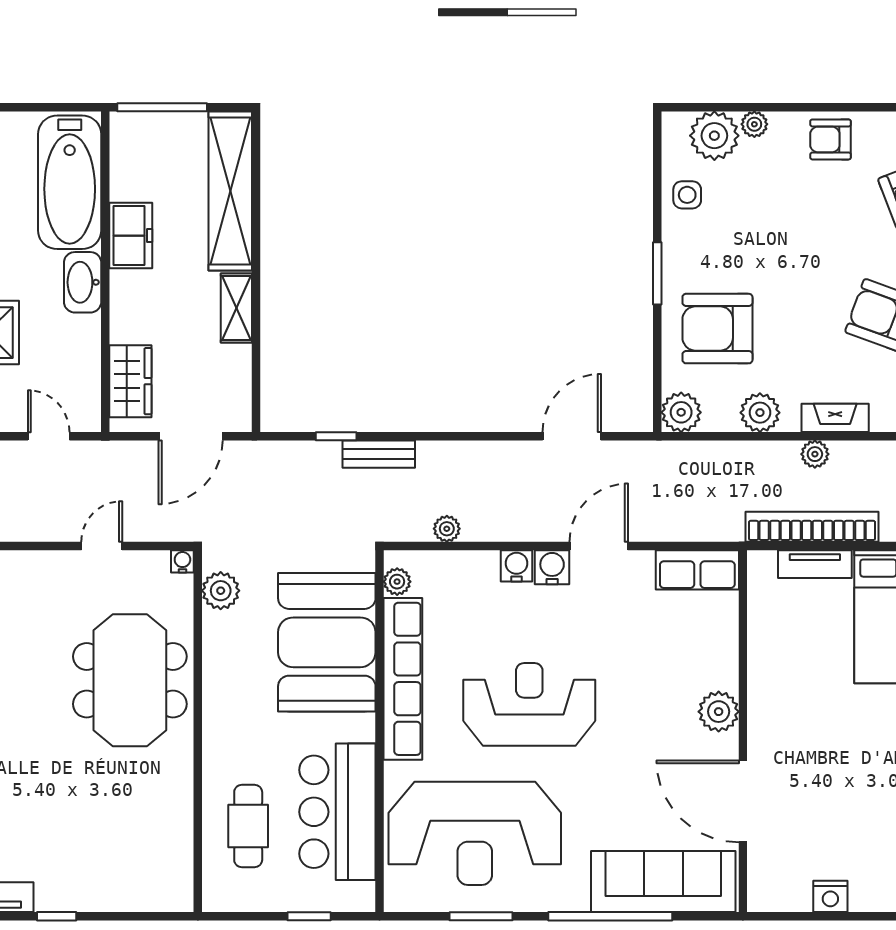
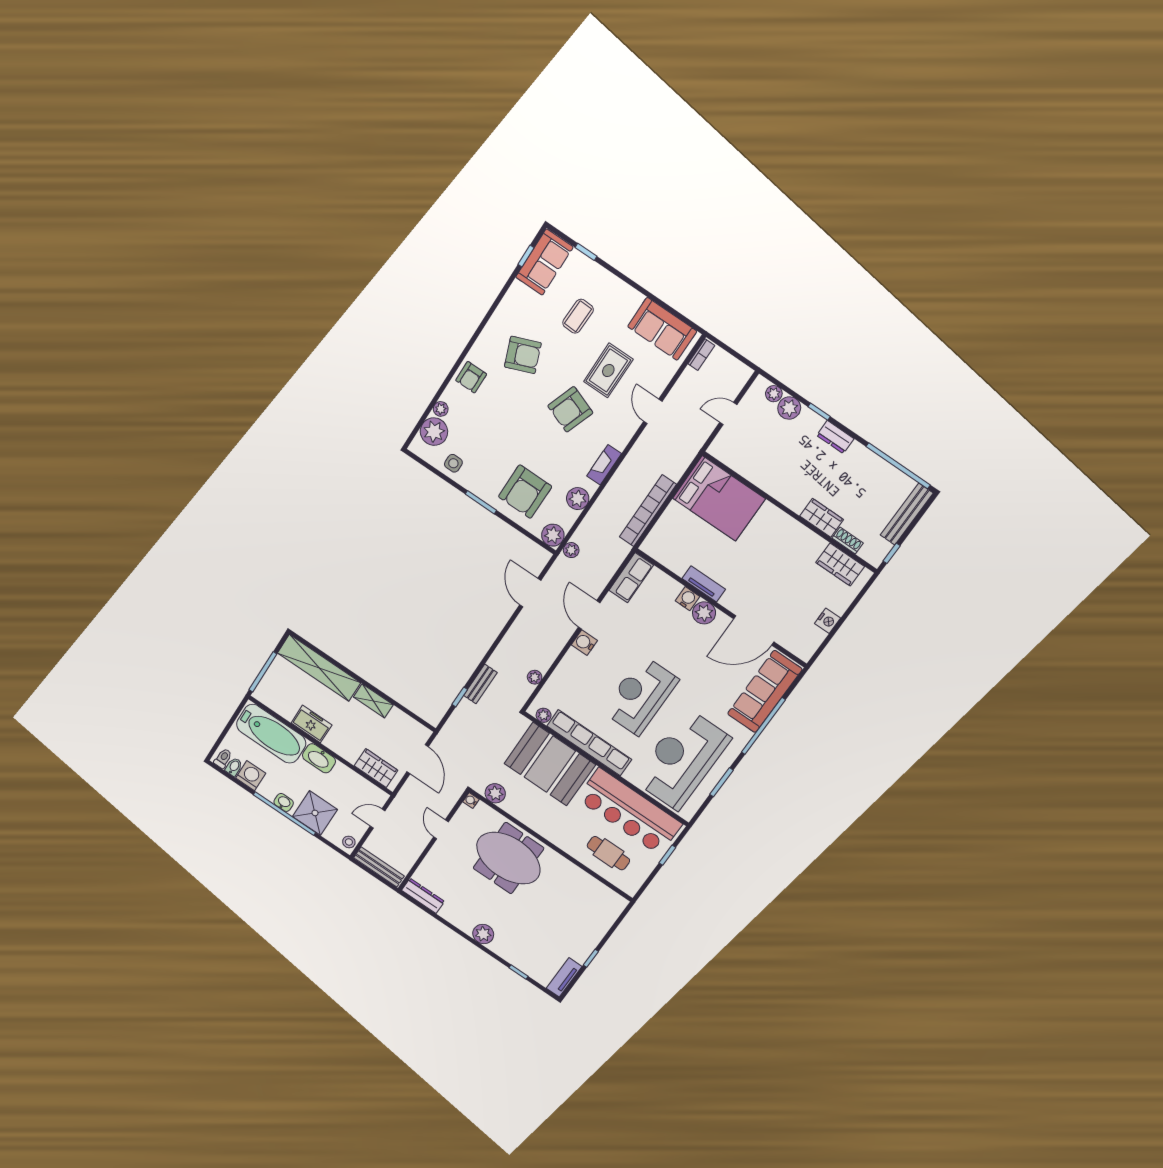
plant: (815, 454) -> (571, 550), moved
tv unit: (815, 564) -> (704, 584), moved, turned -90
water cooler: (516, 566) -> (687, 599), moved, turned 90
bar counter: (337, 812) -> (629, 811), width x1.36
reception desk: (475, 833) -> (682, 759), turned 180

